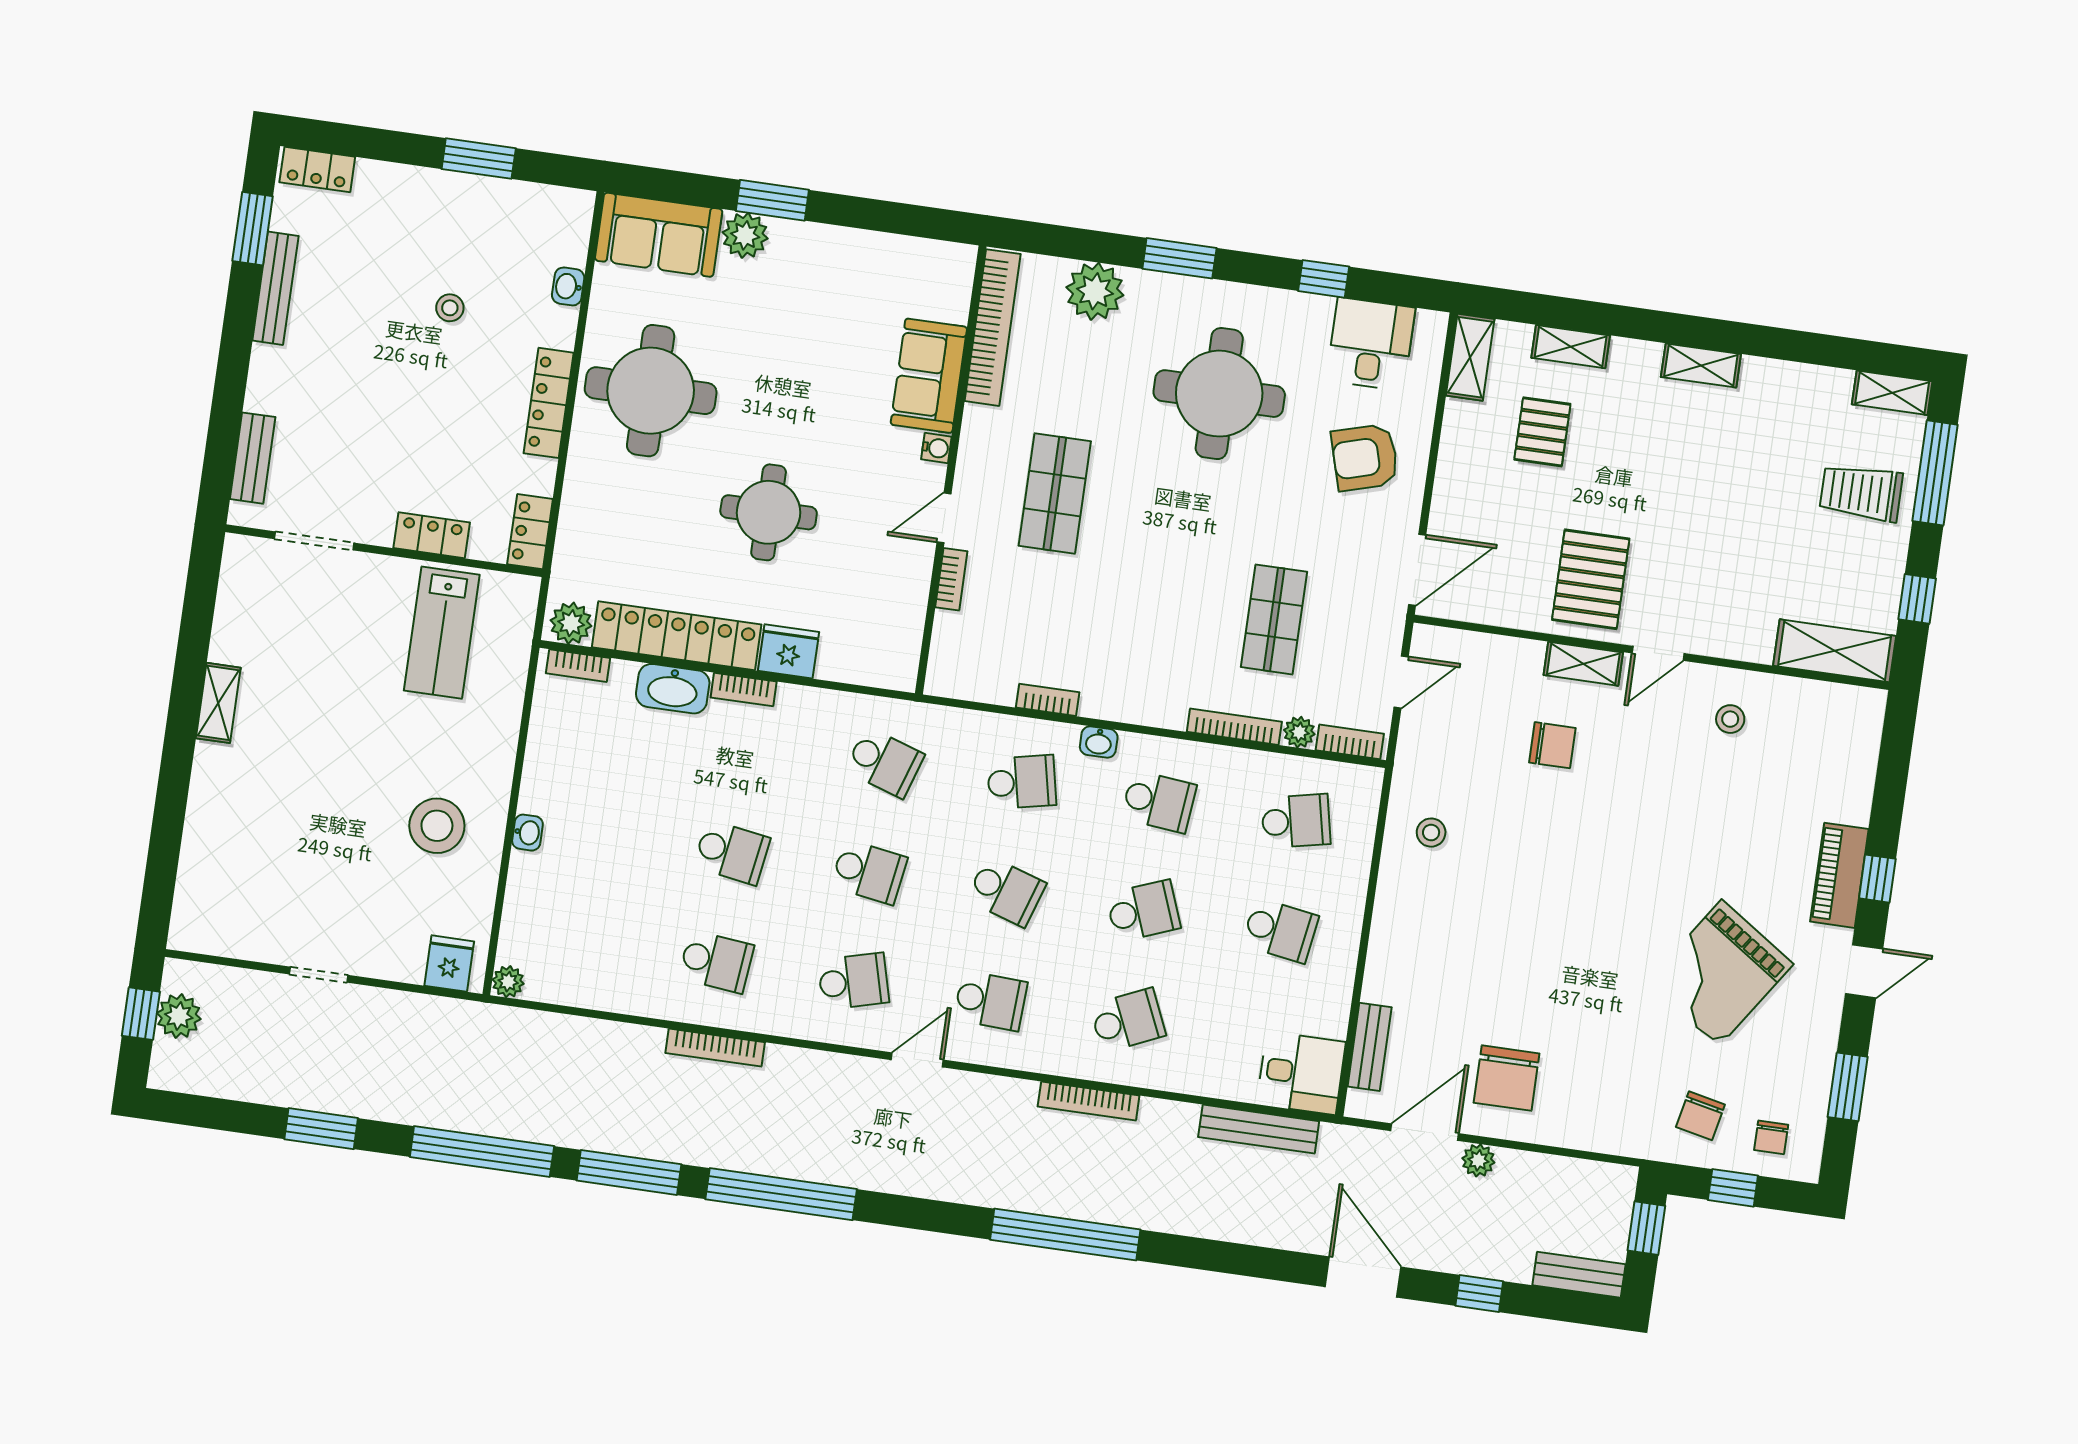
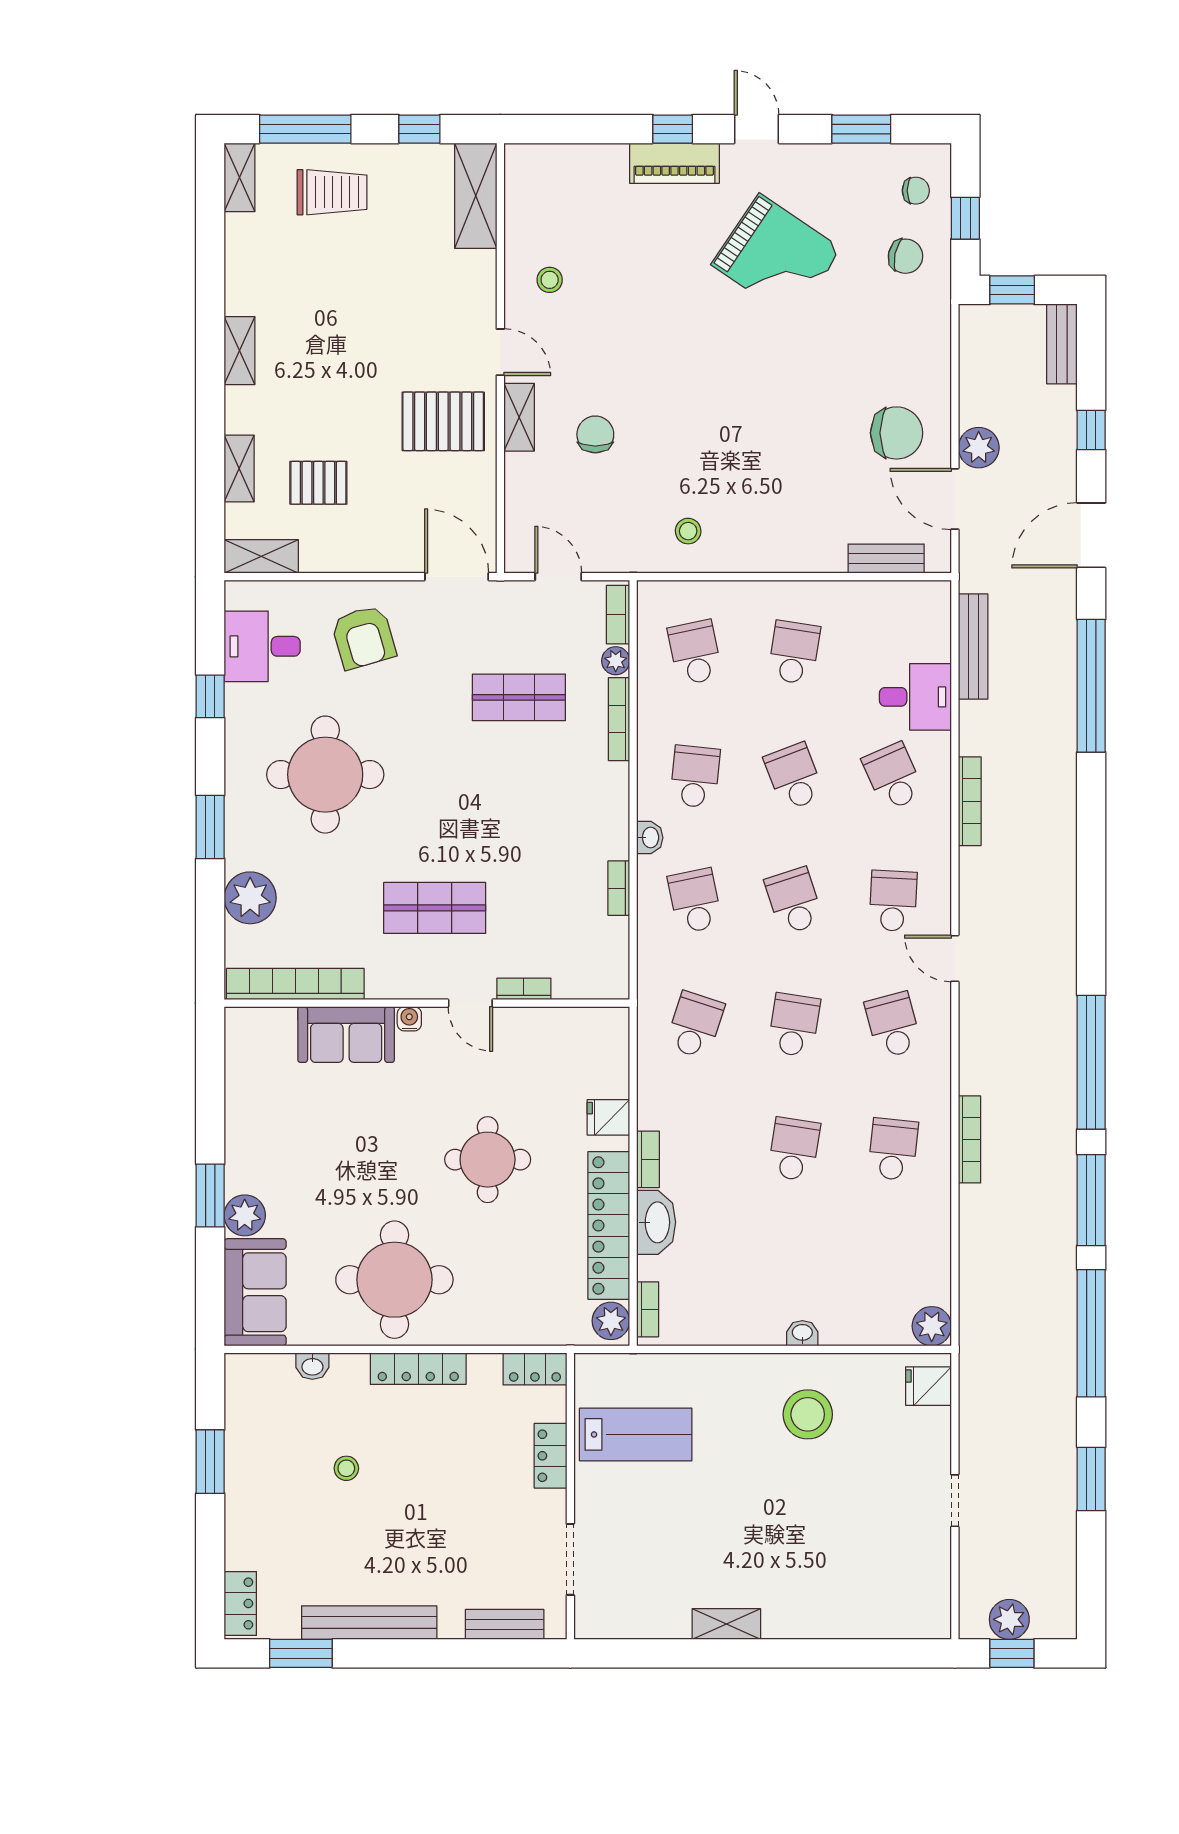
bench: (275, 288) -> (369, 1623), width x1.37, depth x1.21
trolley: (1861, 493) -> (332, 192), turned -90
fridge: (789, 651) -> (608, 1117), width x0.72
school desk: (1006, 891) -> (794, 901), turned -36
plant: (508, 982) -> (932, 1326), width x1.38, depth x1.38
desk: (1301, 1073) -> (915, 697), moved, turned 90
plant: (1478, 1160) -> (979, 448), width x1.38, depth x1.38
window: (1065, 1235) -> (1091, 686), moved

